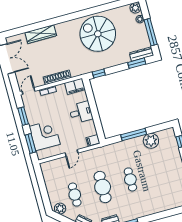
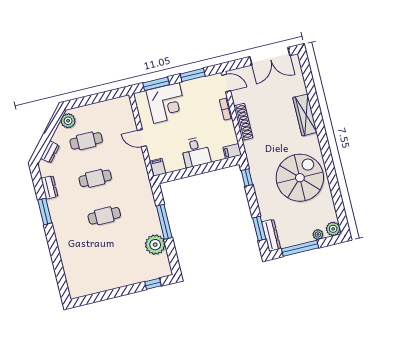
wardrobe: (41, 34) -> (305, 115), moved
filing cabinet: (75, 86) -> (232, 151), width x0.50
cafe table: (103, 187) -> (95, 178), width x0.73, depth x0.74

